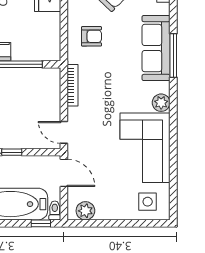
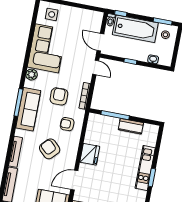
armchair: (112, 77) -> (59, 96), added
plant: (85, 211) -> (91, 16), removed

